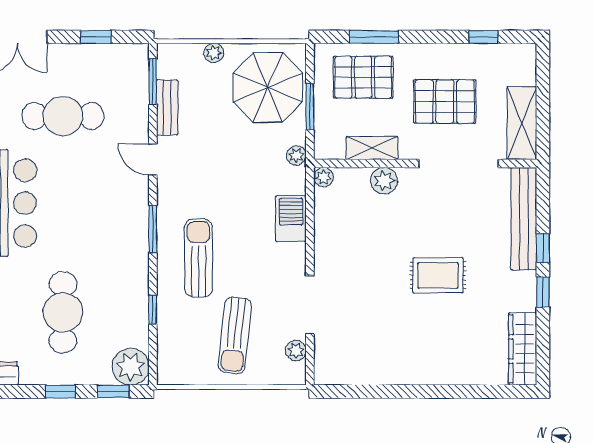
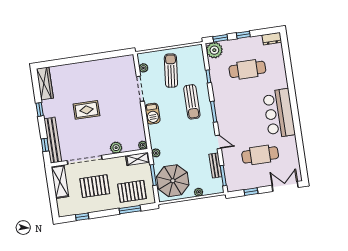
shelving: (372, 148) -> (138, 159), moved
barbecue: (291, 219) -> (152, 114), moved
window: (543, 248) -> (45, 145), moved
cafe table: (63, 312) -> (247, 69), turned 90

